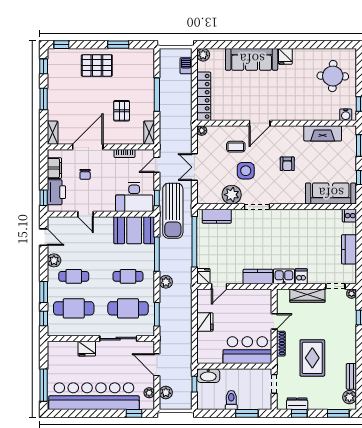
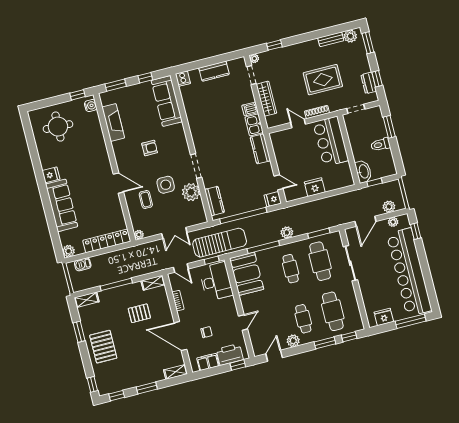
shelving: (149, 61) -> (87, 300), added
fridge: (87, 349) -> (384, 317), moved, turned -90

